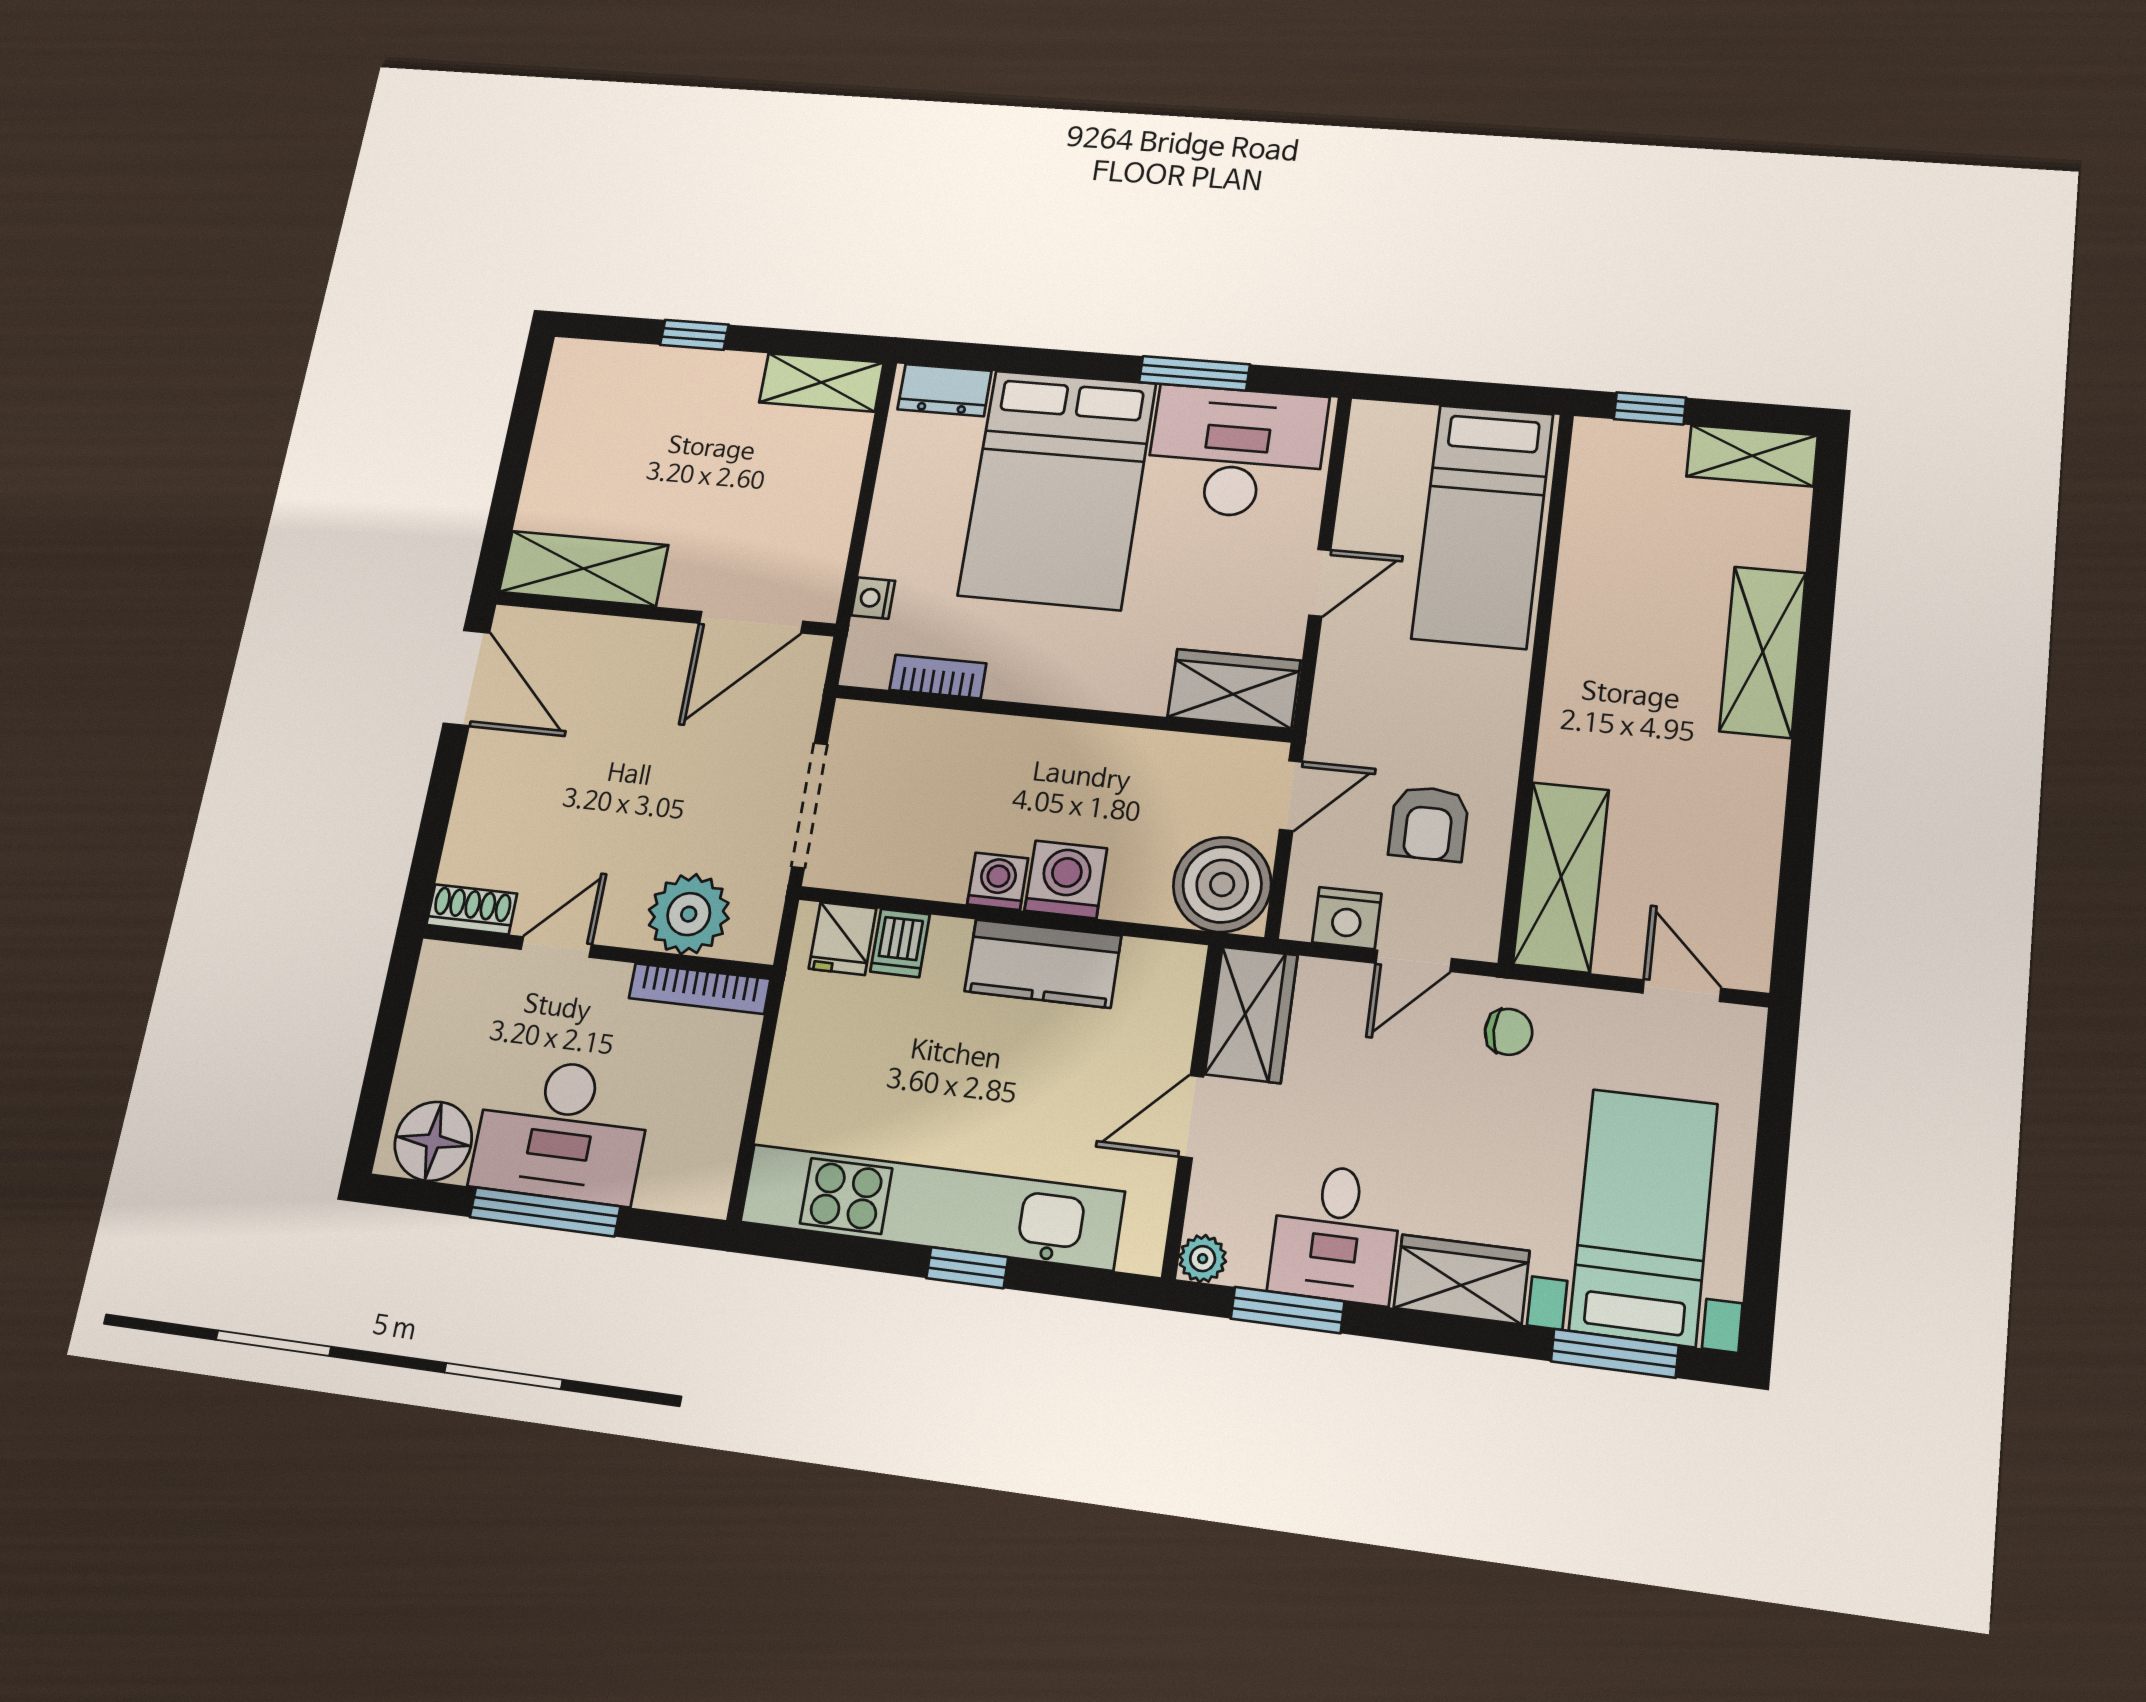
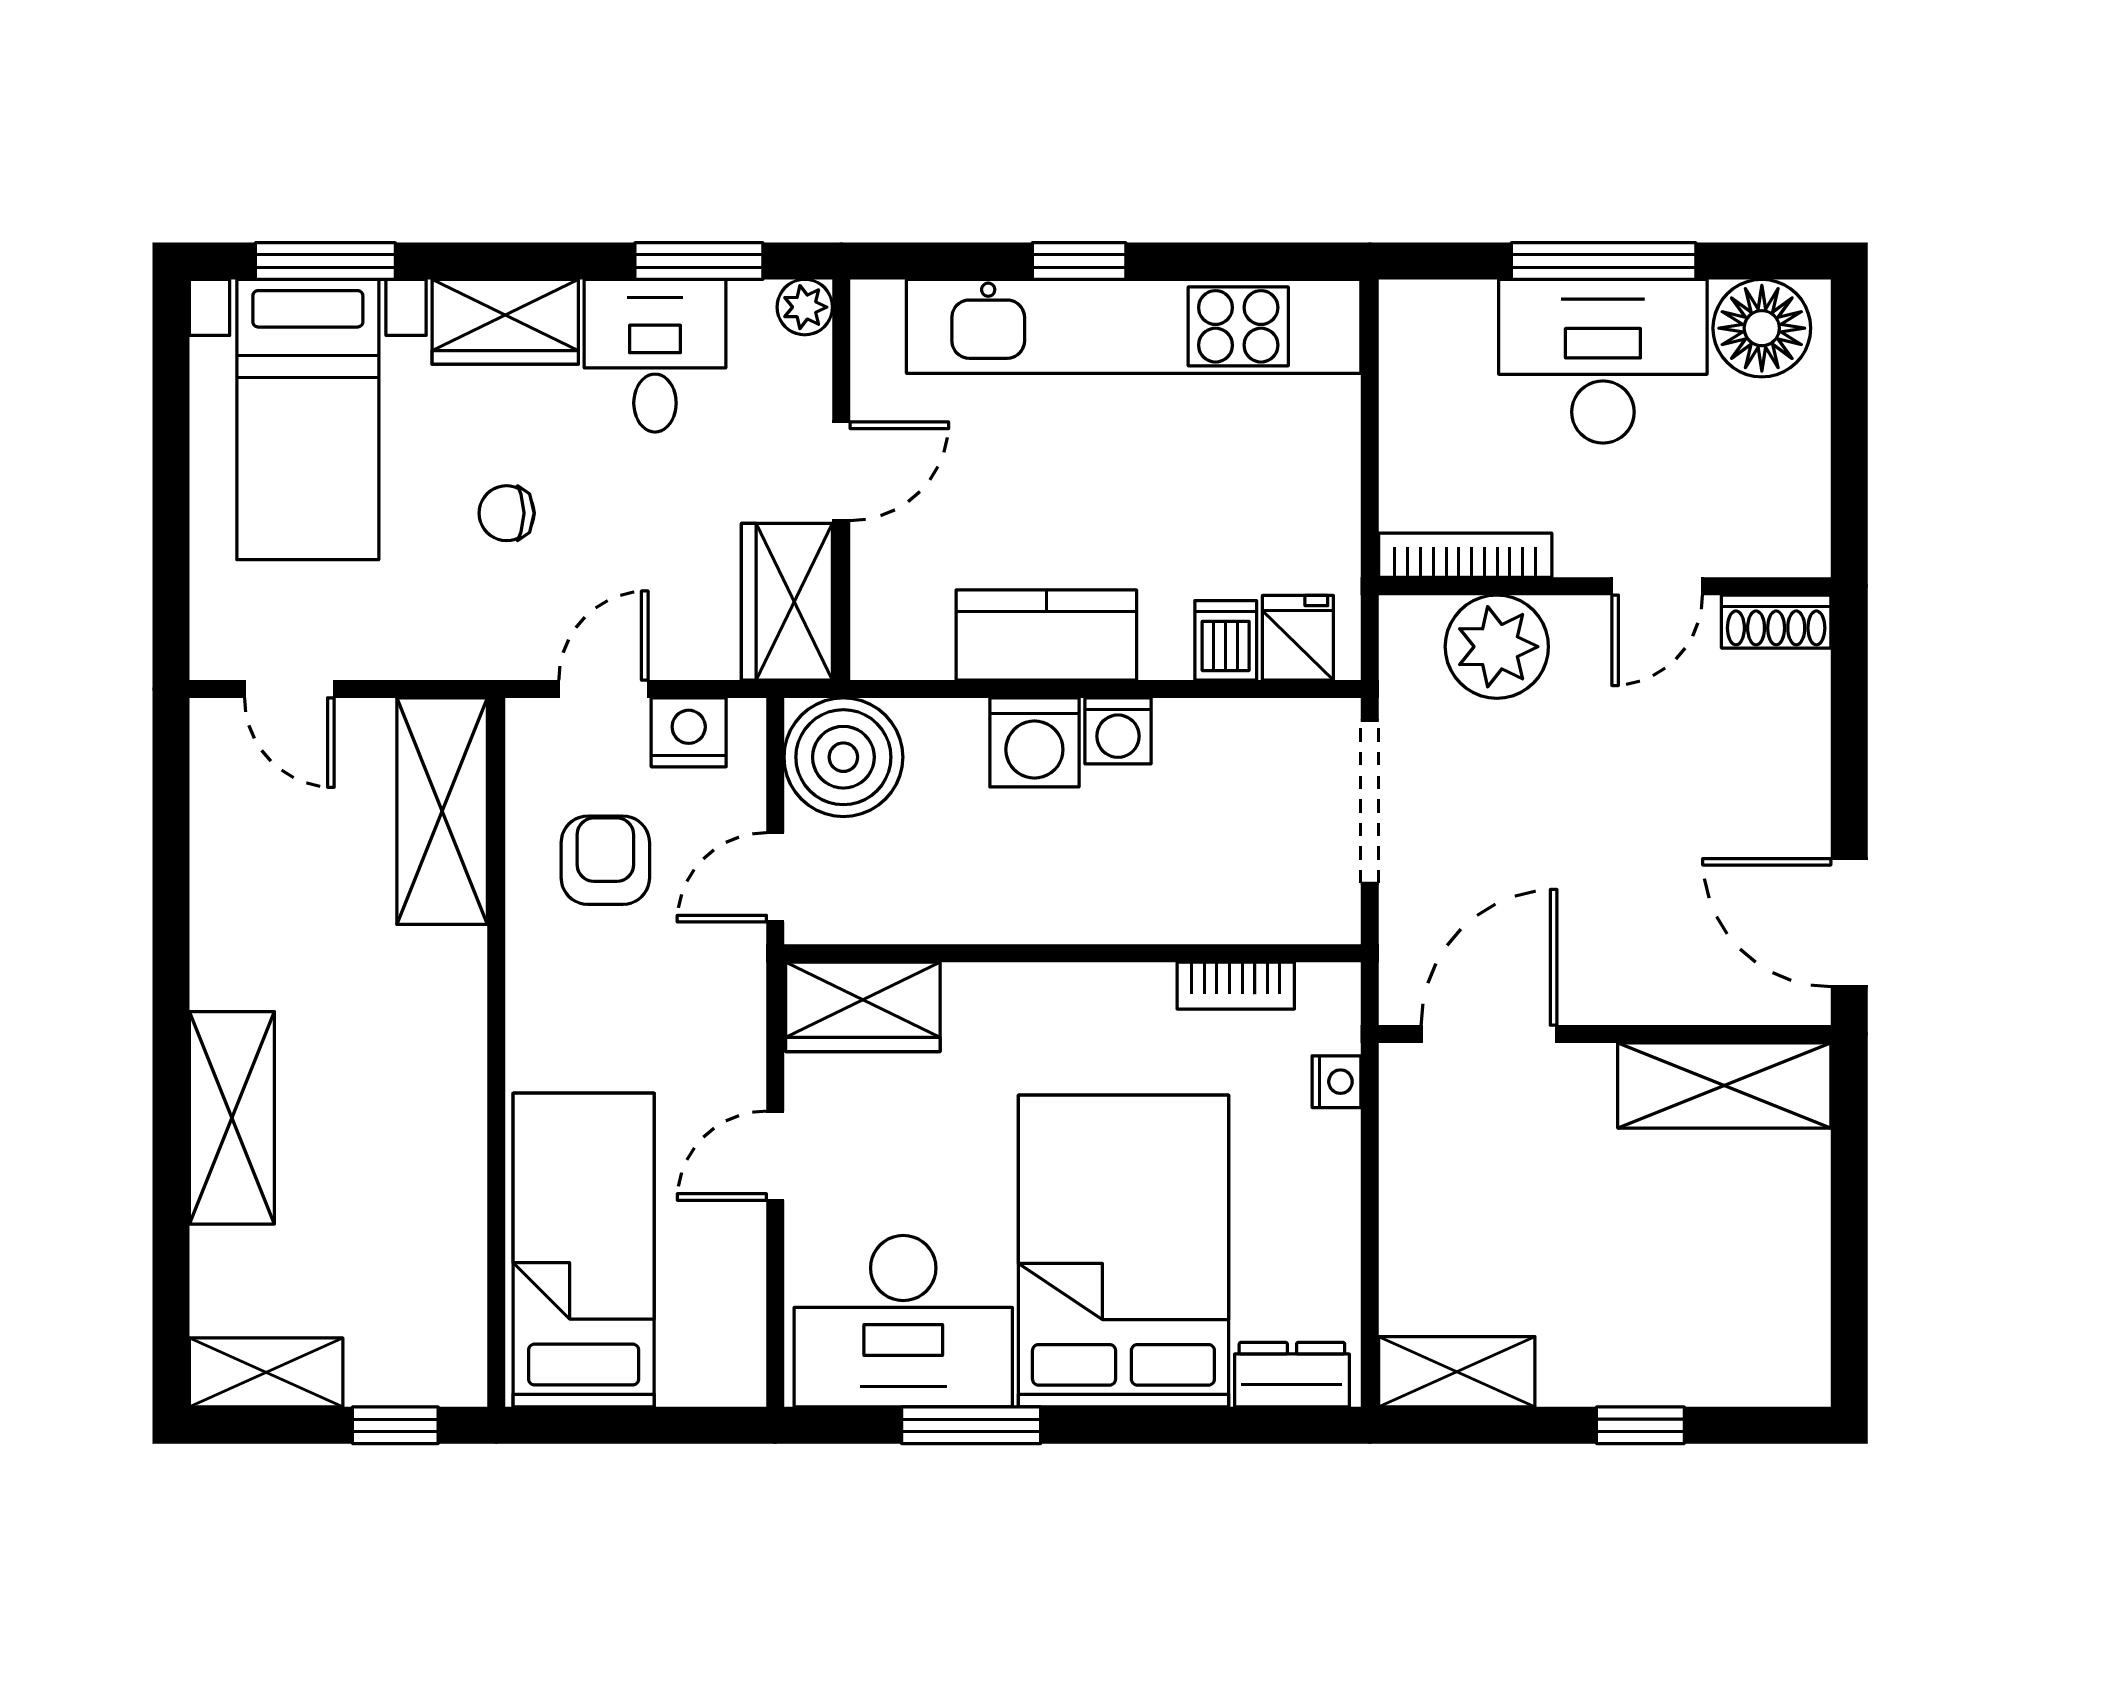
chair: (1509, 1032) -> (507, 513), moved

